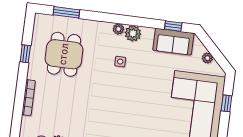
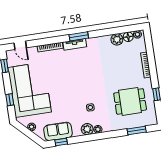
dining table: (64, 54) -> (130, 101), turned 90

